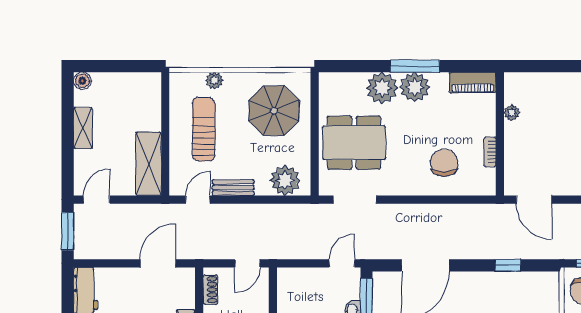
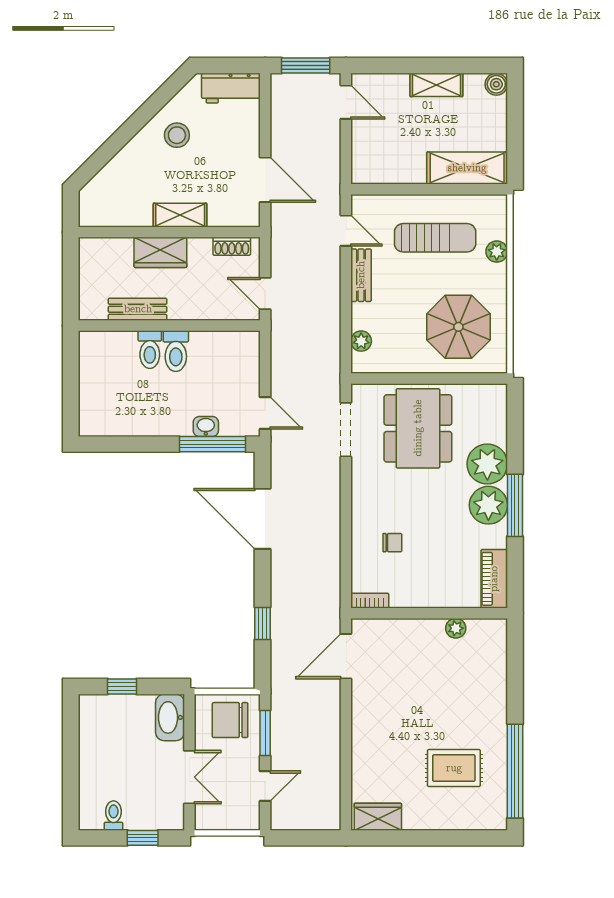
bookcase: (490, 152) -> (370, 601), moved
chair: (444, 163) -> (392, 543), width x0.54, depth x0.54
shelving: (149, 164) -> (467, 168), moved
plant: (285, 180) -> (361, 341), width x0.53, depth x0.53

